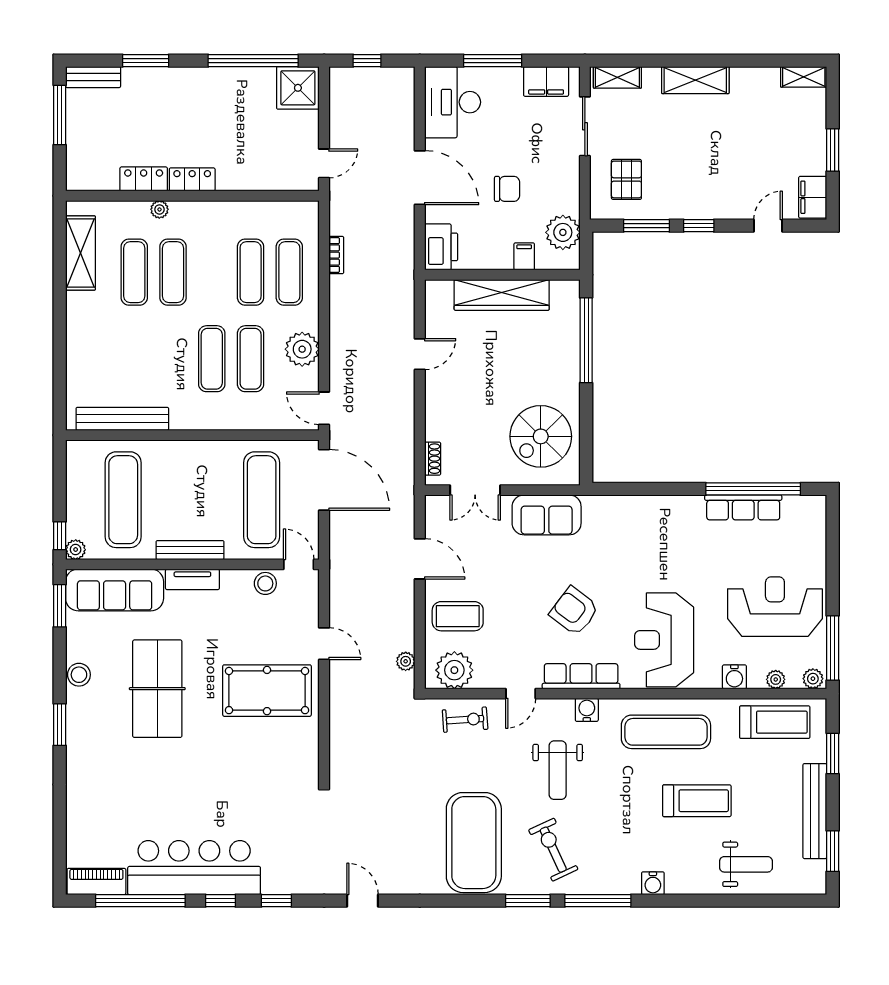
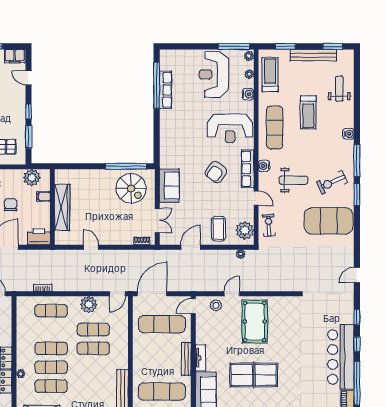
exercise mat: (251, 272) -> (51, 348), moved
window: (586, 340) -> (126, 166), moved
stool: (265, 583) -> (216, 305), moved
treadmill: (697, 801) -> (308, 112), turned 180

